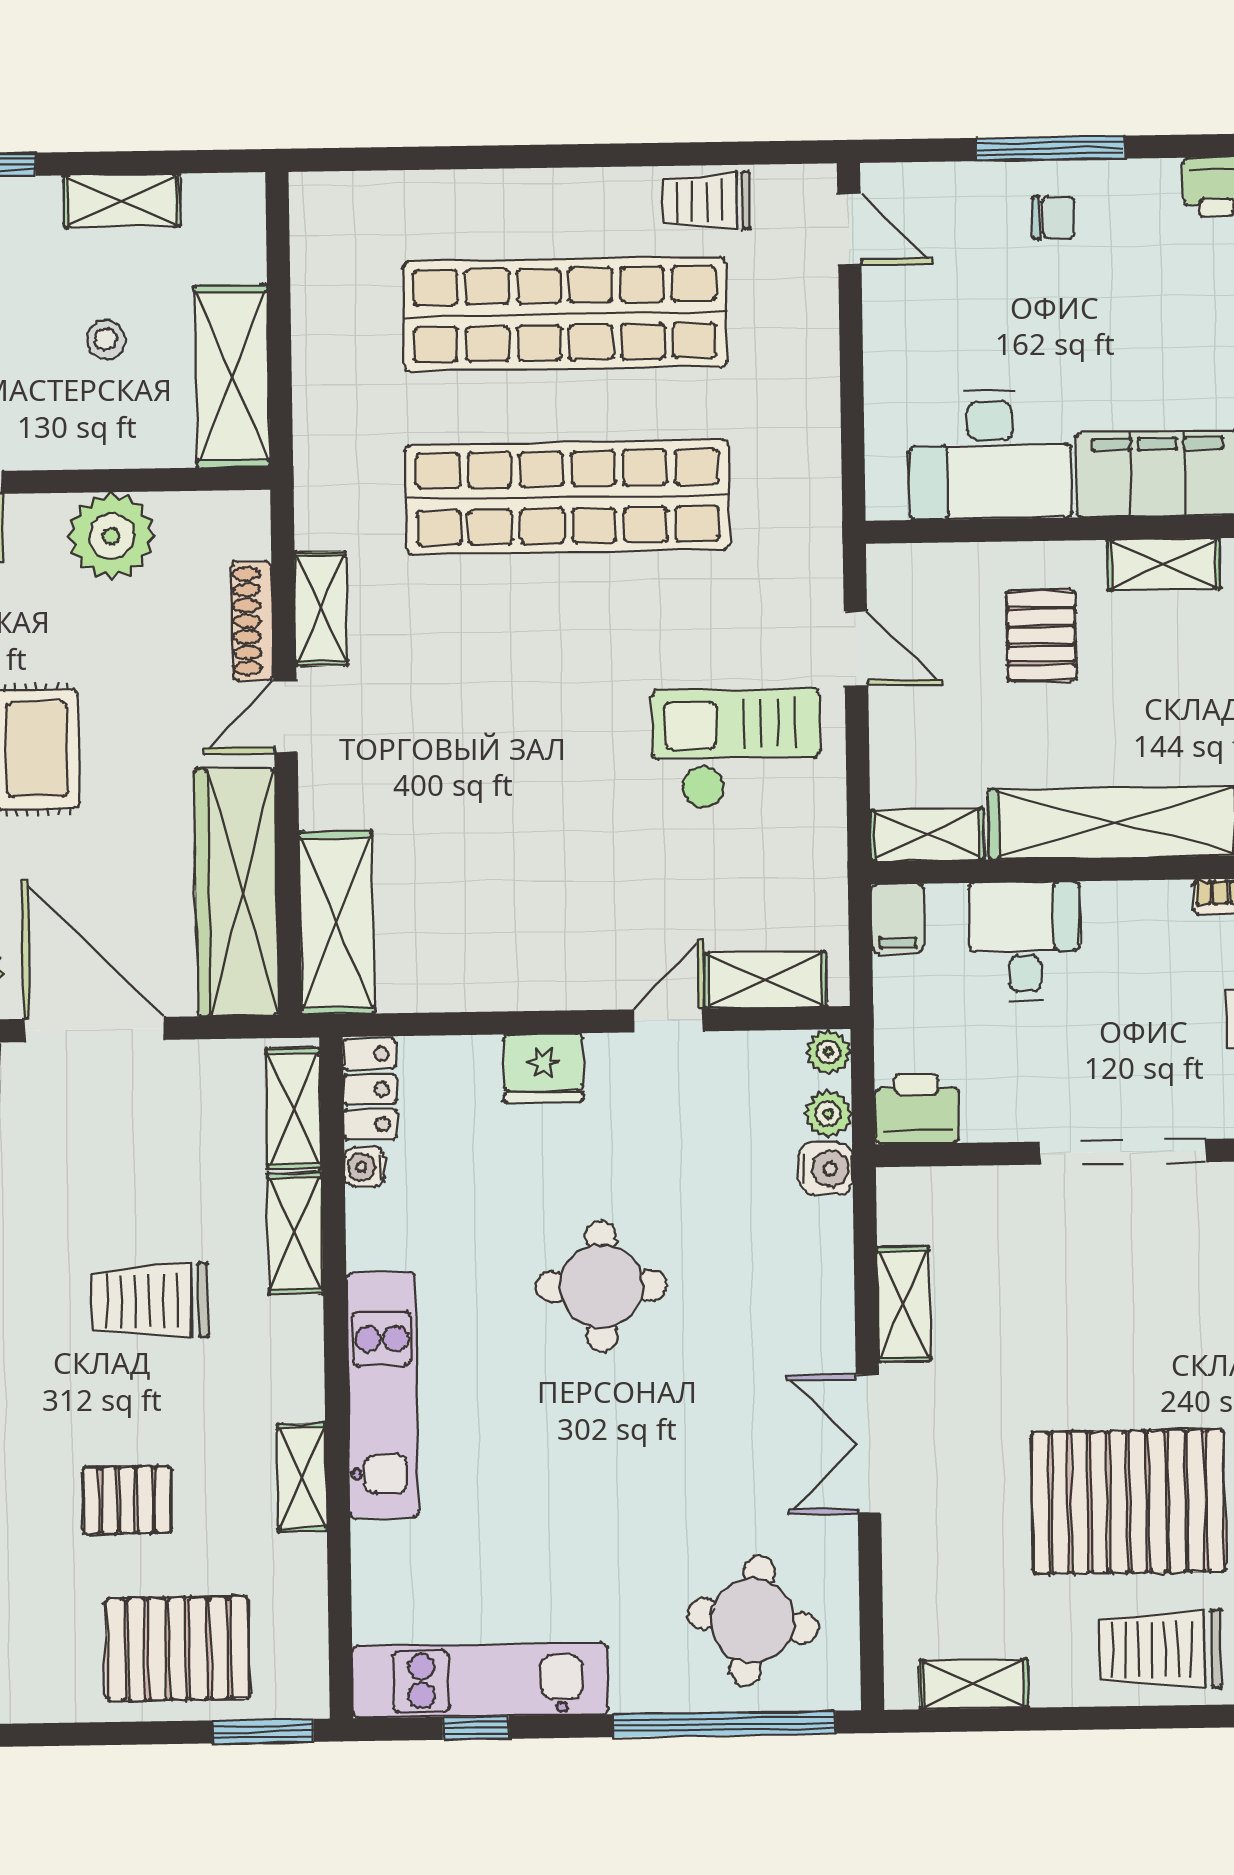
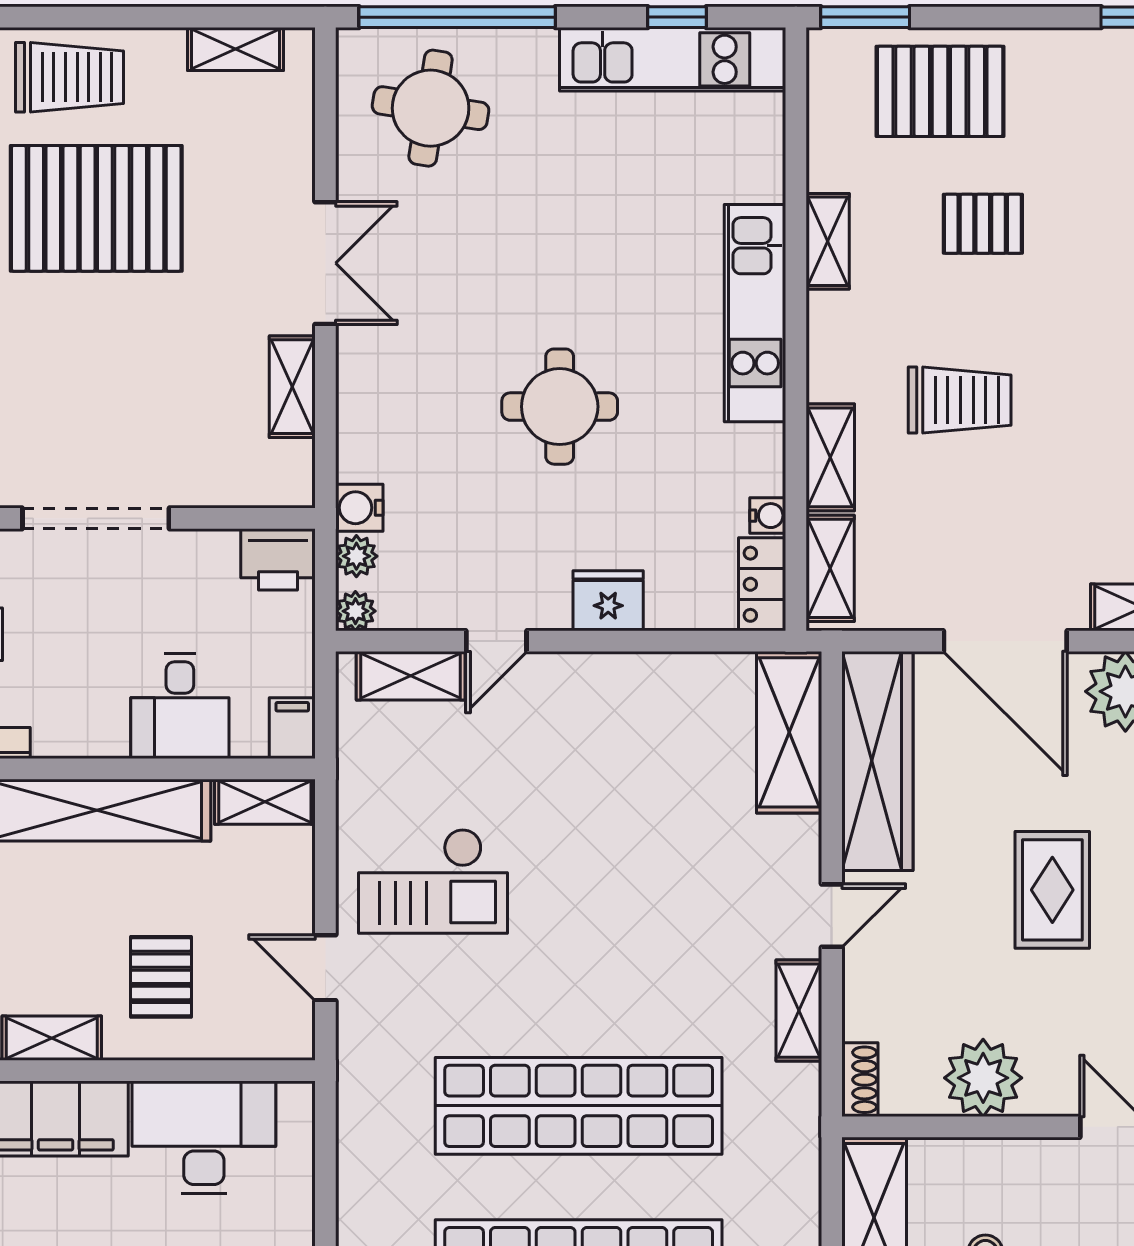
shoe rack: (252, 621) -> (860, 1080), moved, width x0.70

